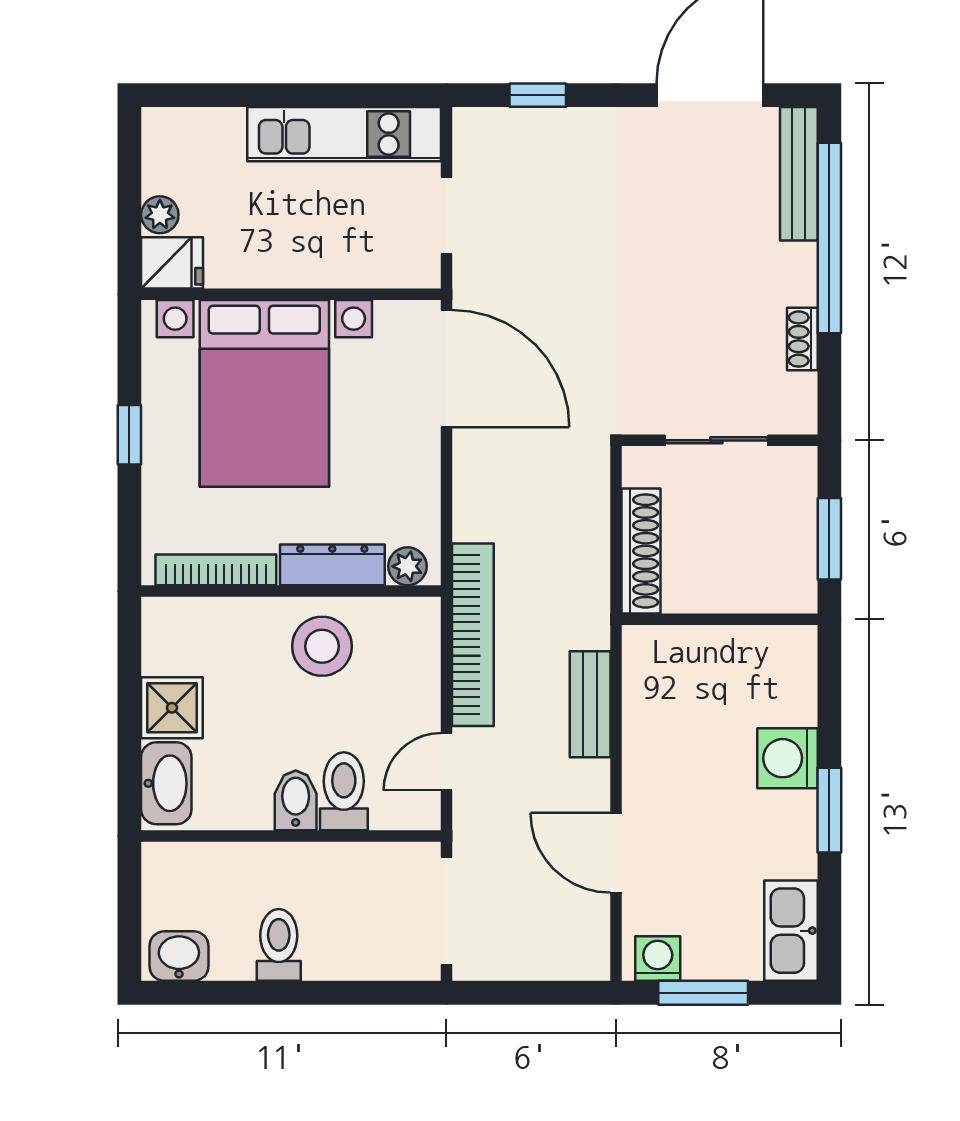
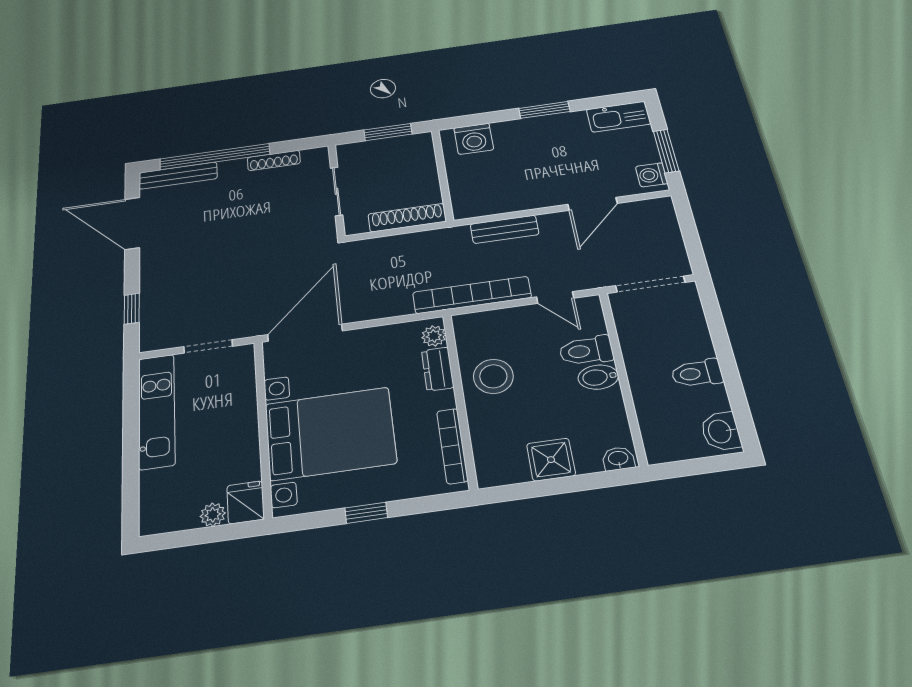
shoe rack: (802, 339) -> (274, 160), width x1.43
dresser: (332, 565) -> (438, 369), width x0.70
washing machine: (787, 758) -> (474, 139), moved
washbasin: (166, 783) -> (618, 459), width x0.52, depth x0.69

